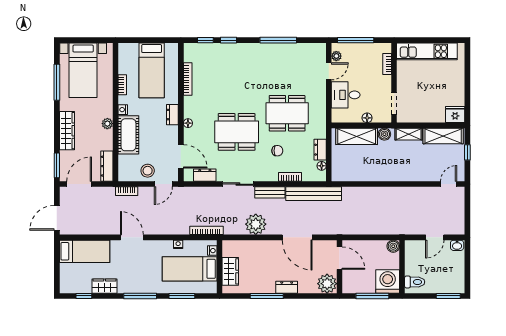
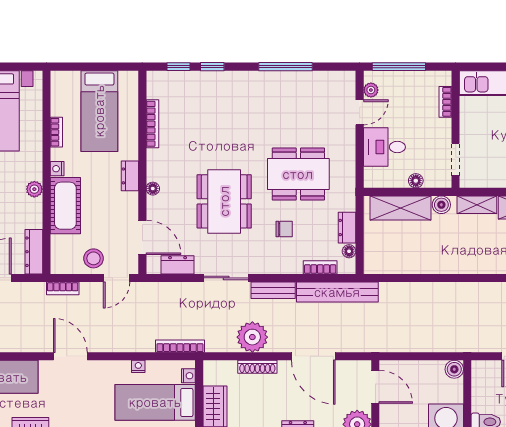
dining table: (237, 132) -> (224, 201), turned 90
bookcase: (290, 177) -> (320, 267), moved
shoe rack: (259, 245) -> (257, 367), added

